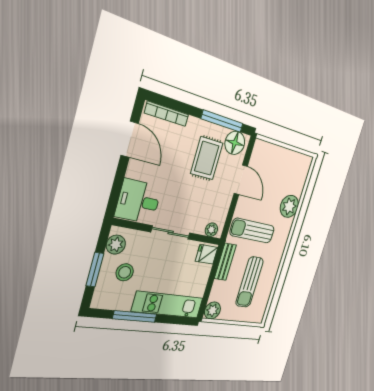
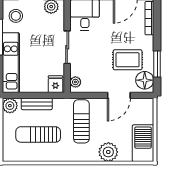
window: (222, 121) -> (157, 64), width x0.69
barbecue: (294, 164) -> (143, 143), added
bench: (225, 262) -> (37, 104), moved
stool: (125, 272) -> (16, 16), moved

